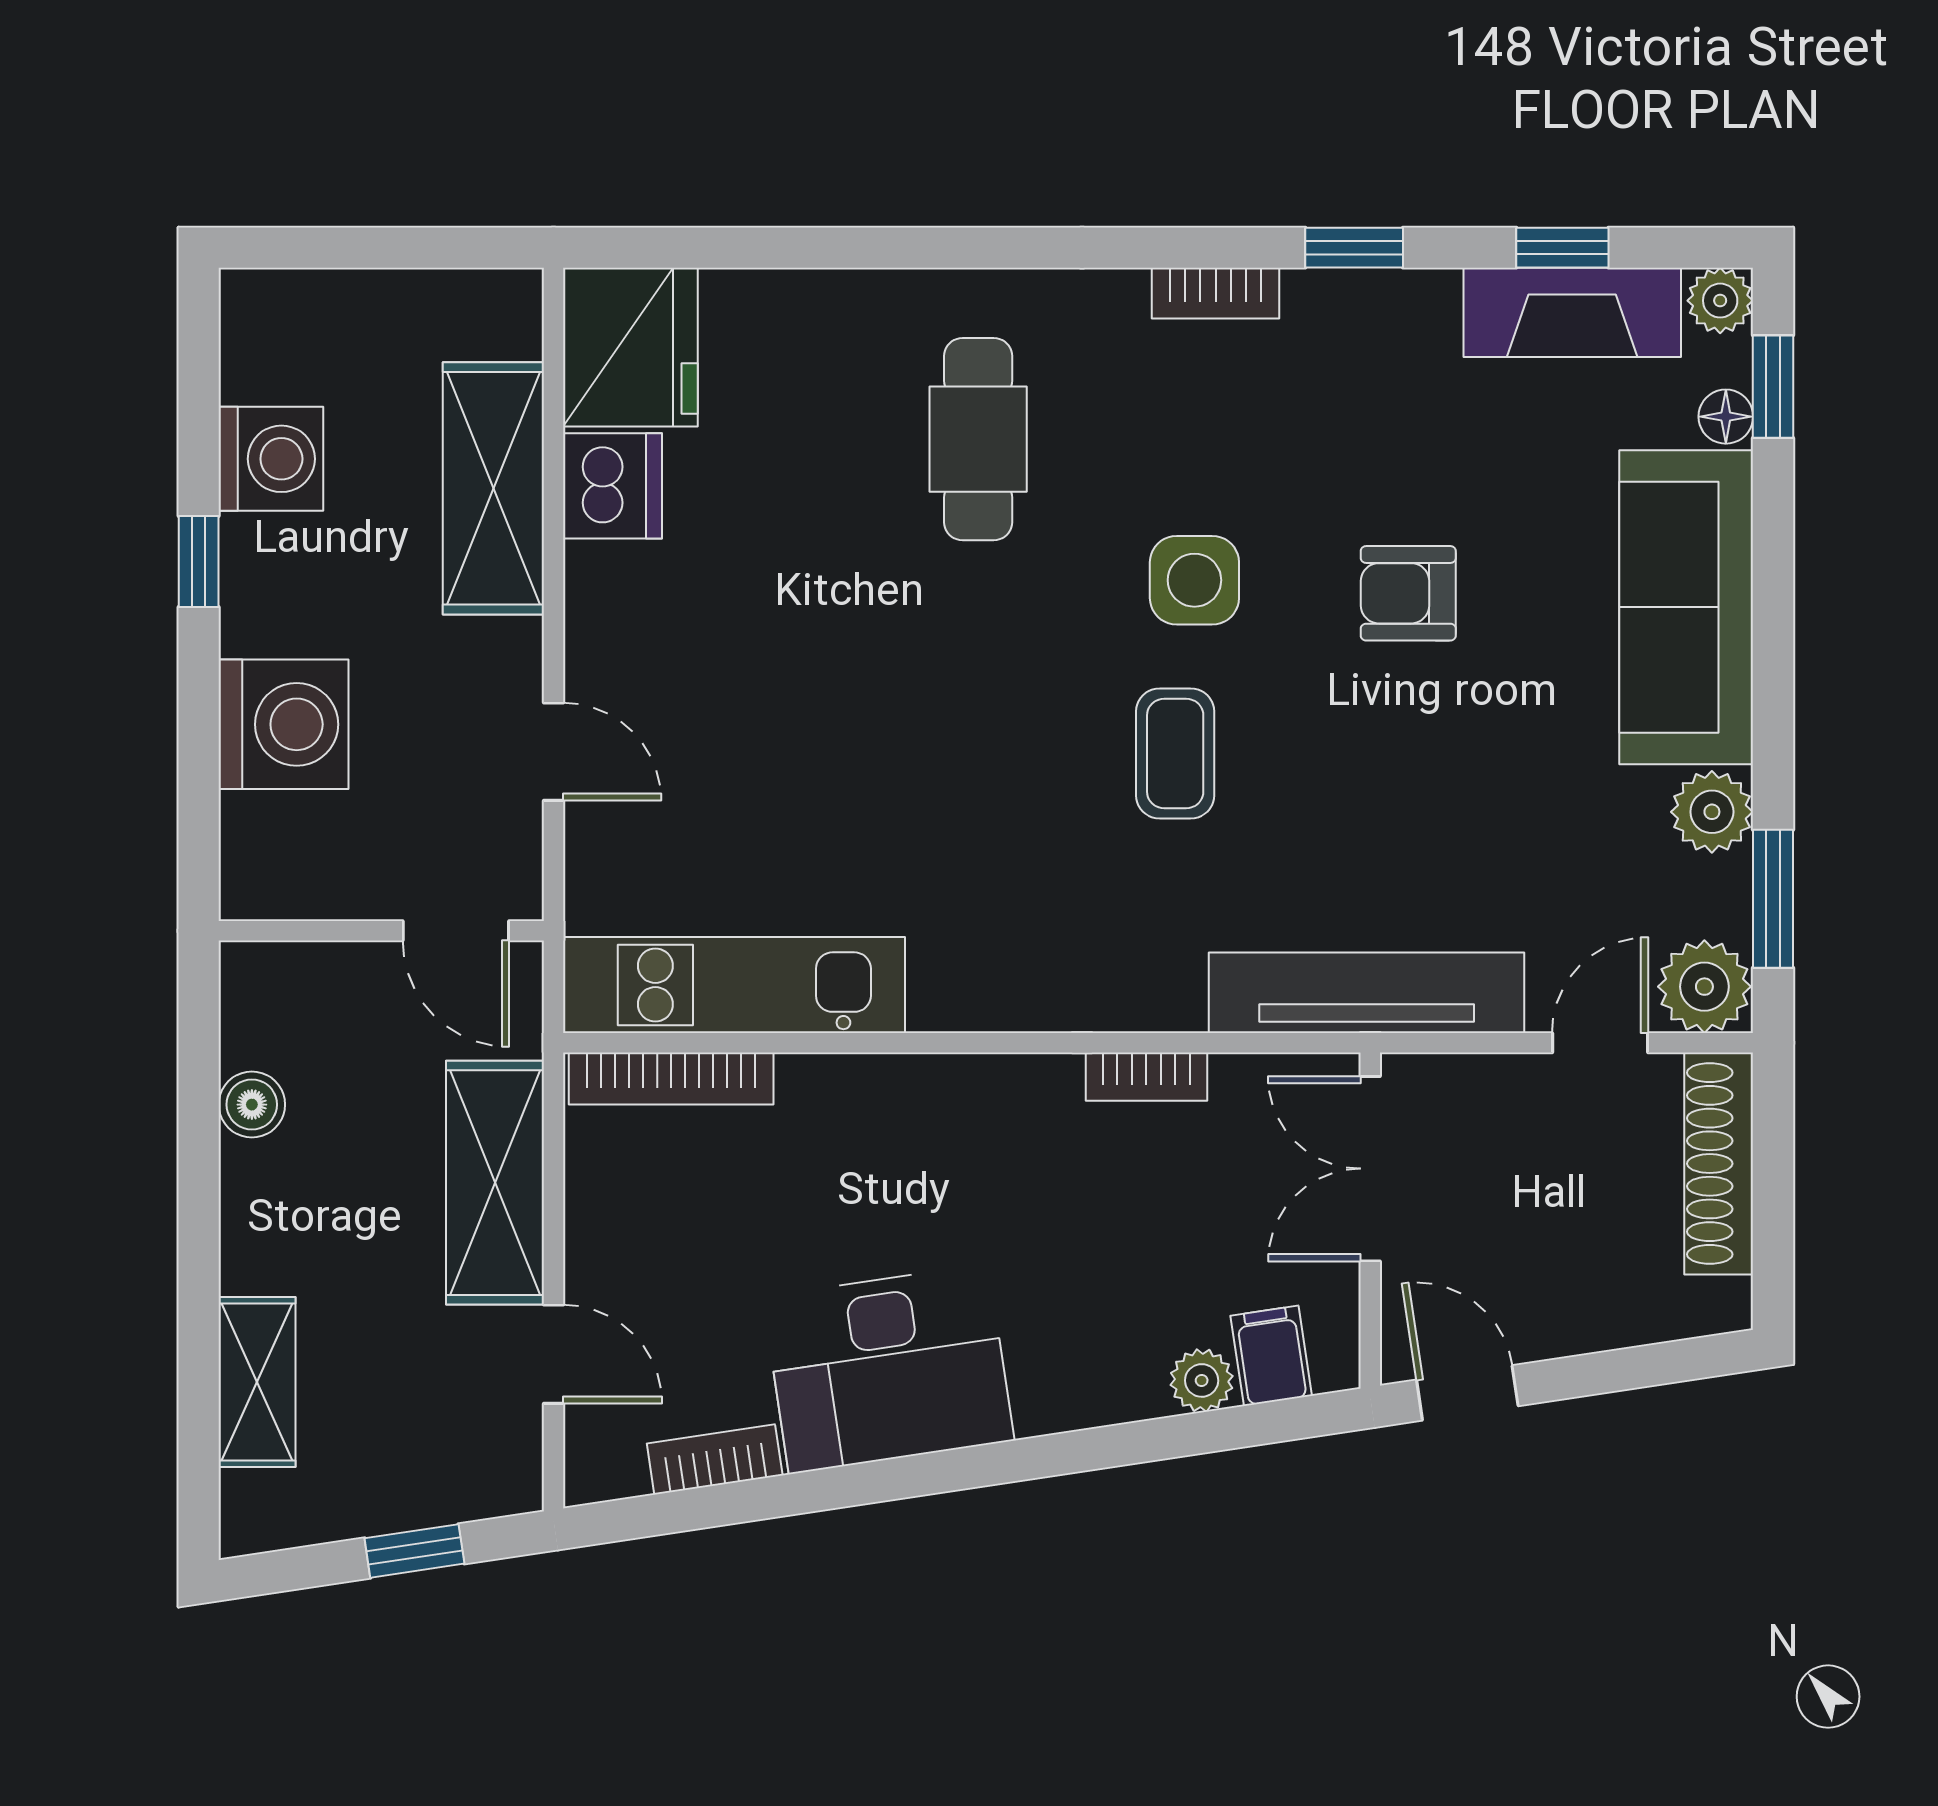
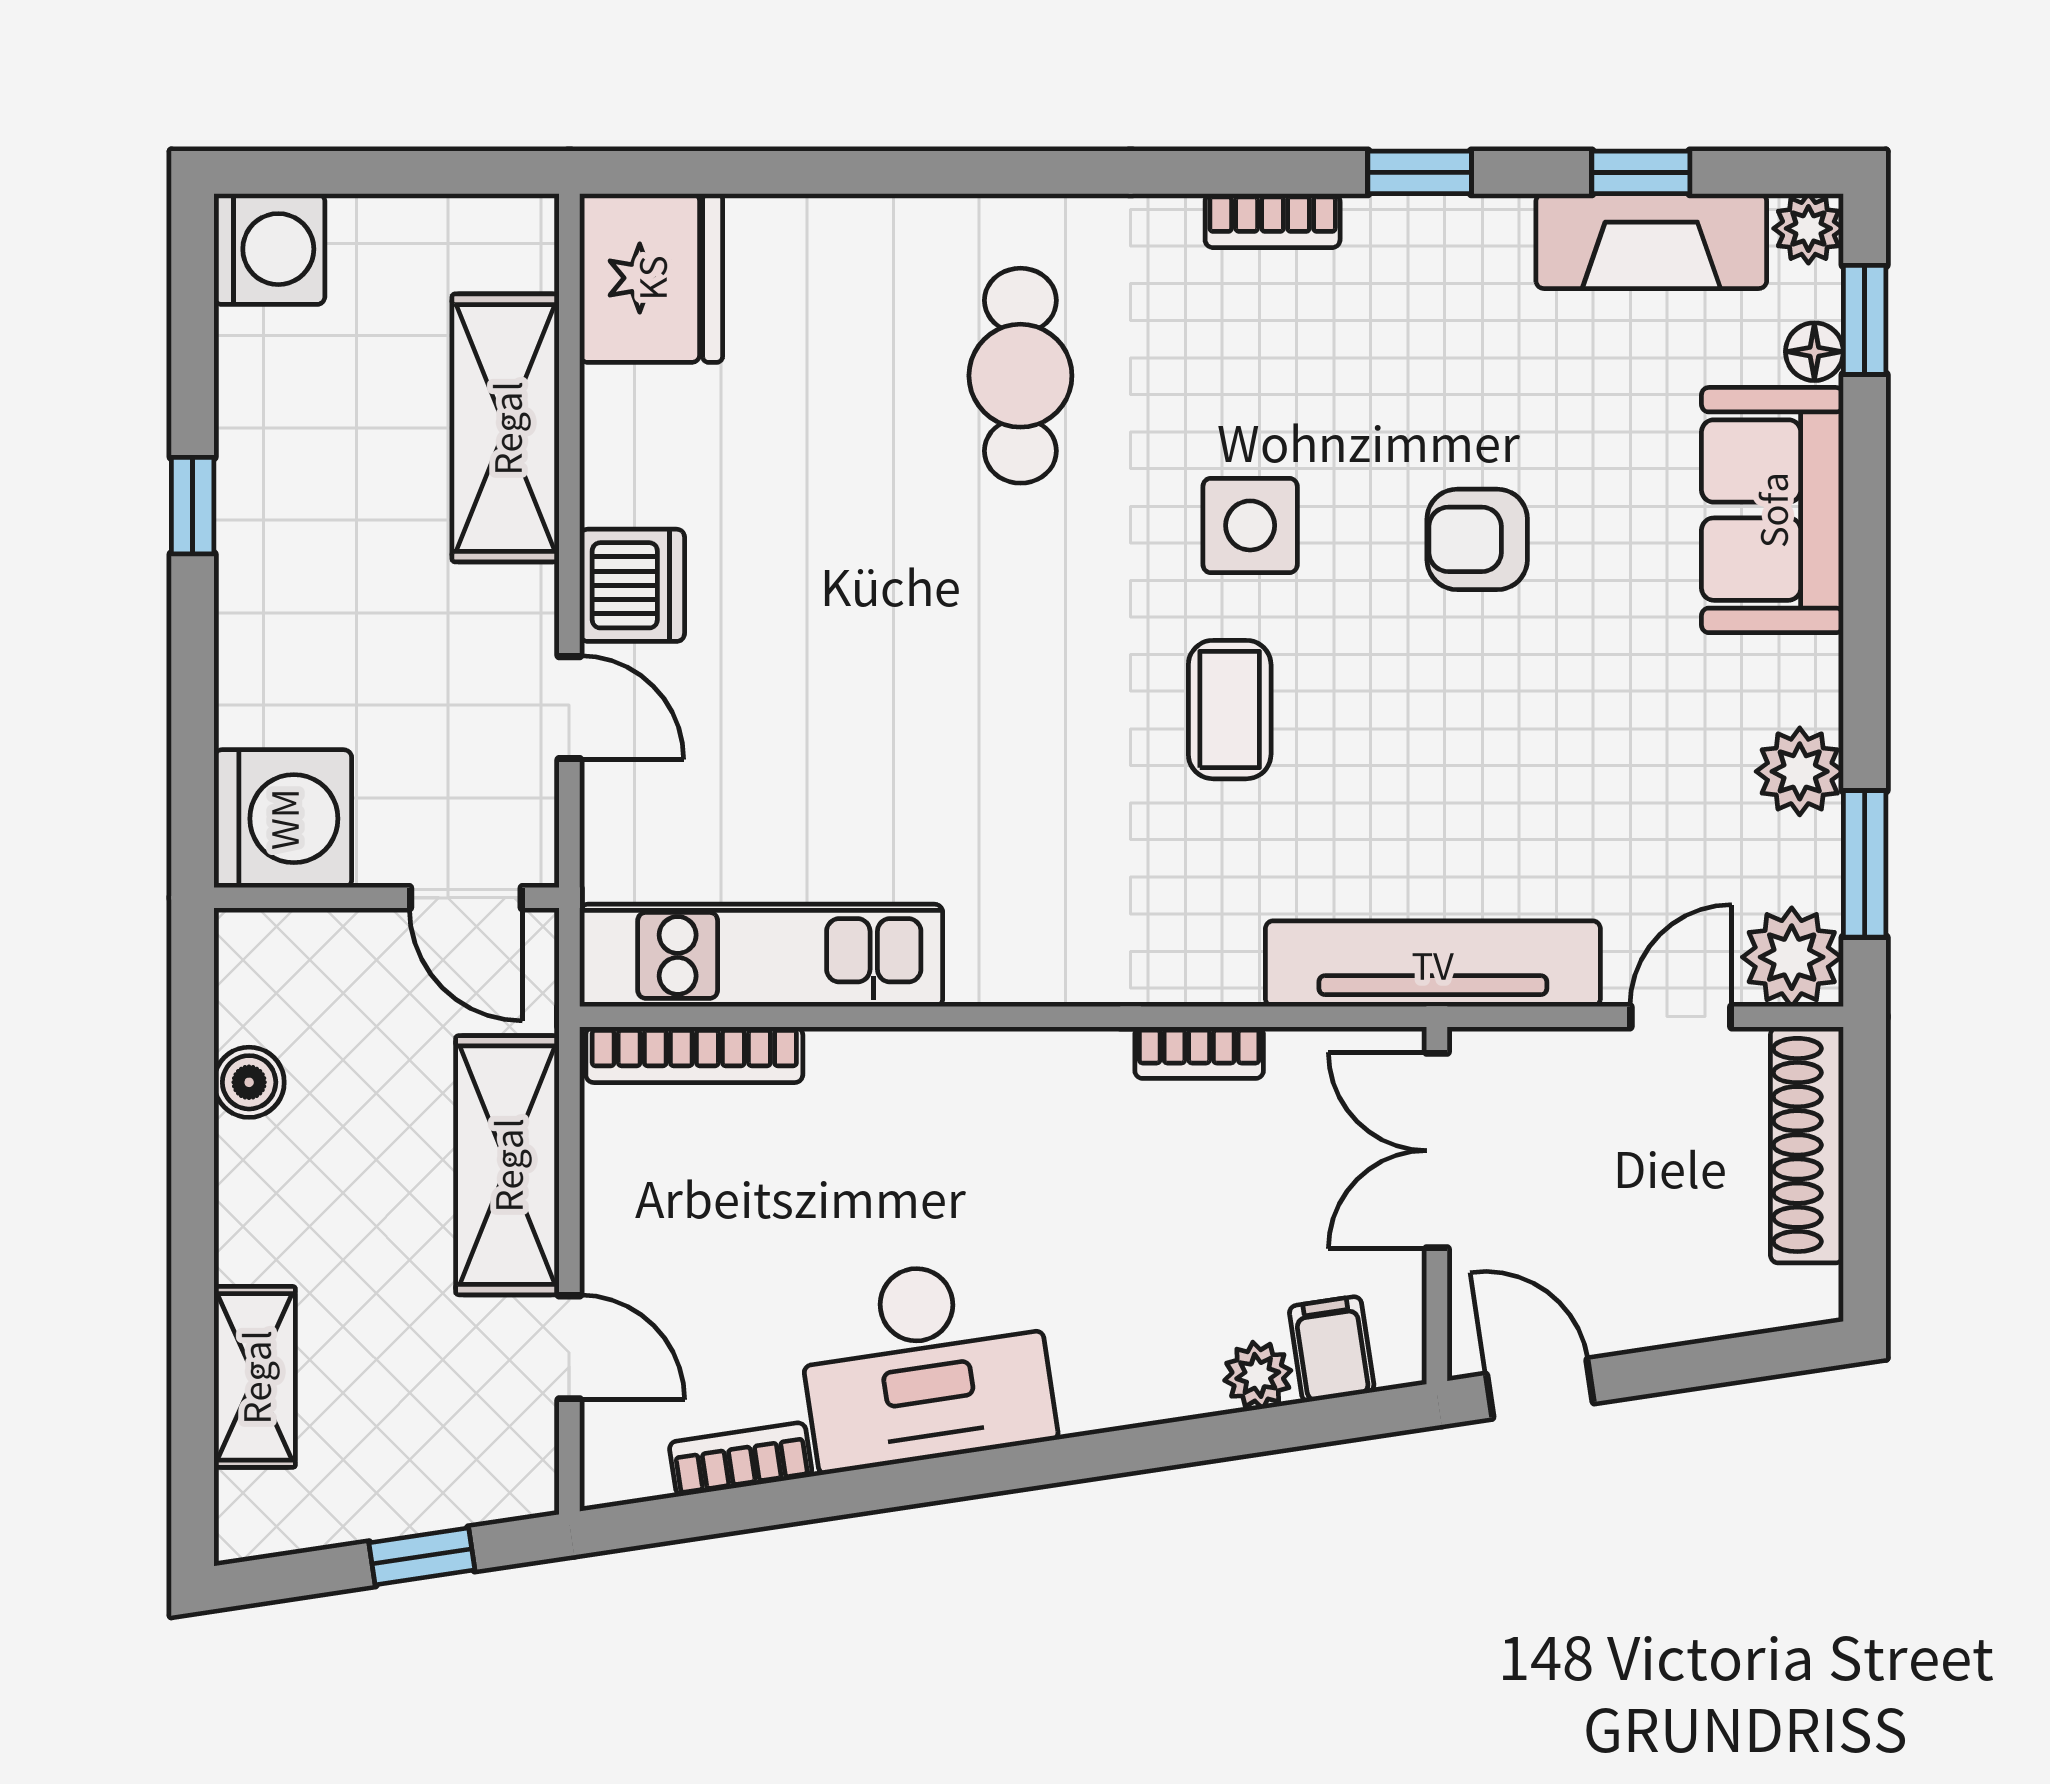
washing machine: (271, 459) -> (269, 249), moved
dishwasher: (612, 486) -> (632, 585), moved
sofa: (1686, 607) -> (1772, 510), width x0.73
washing machine: (284, 724) -> (283, 819), moved

